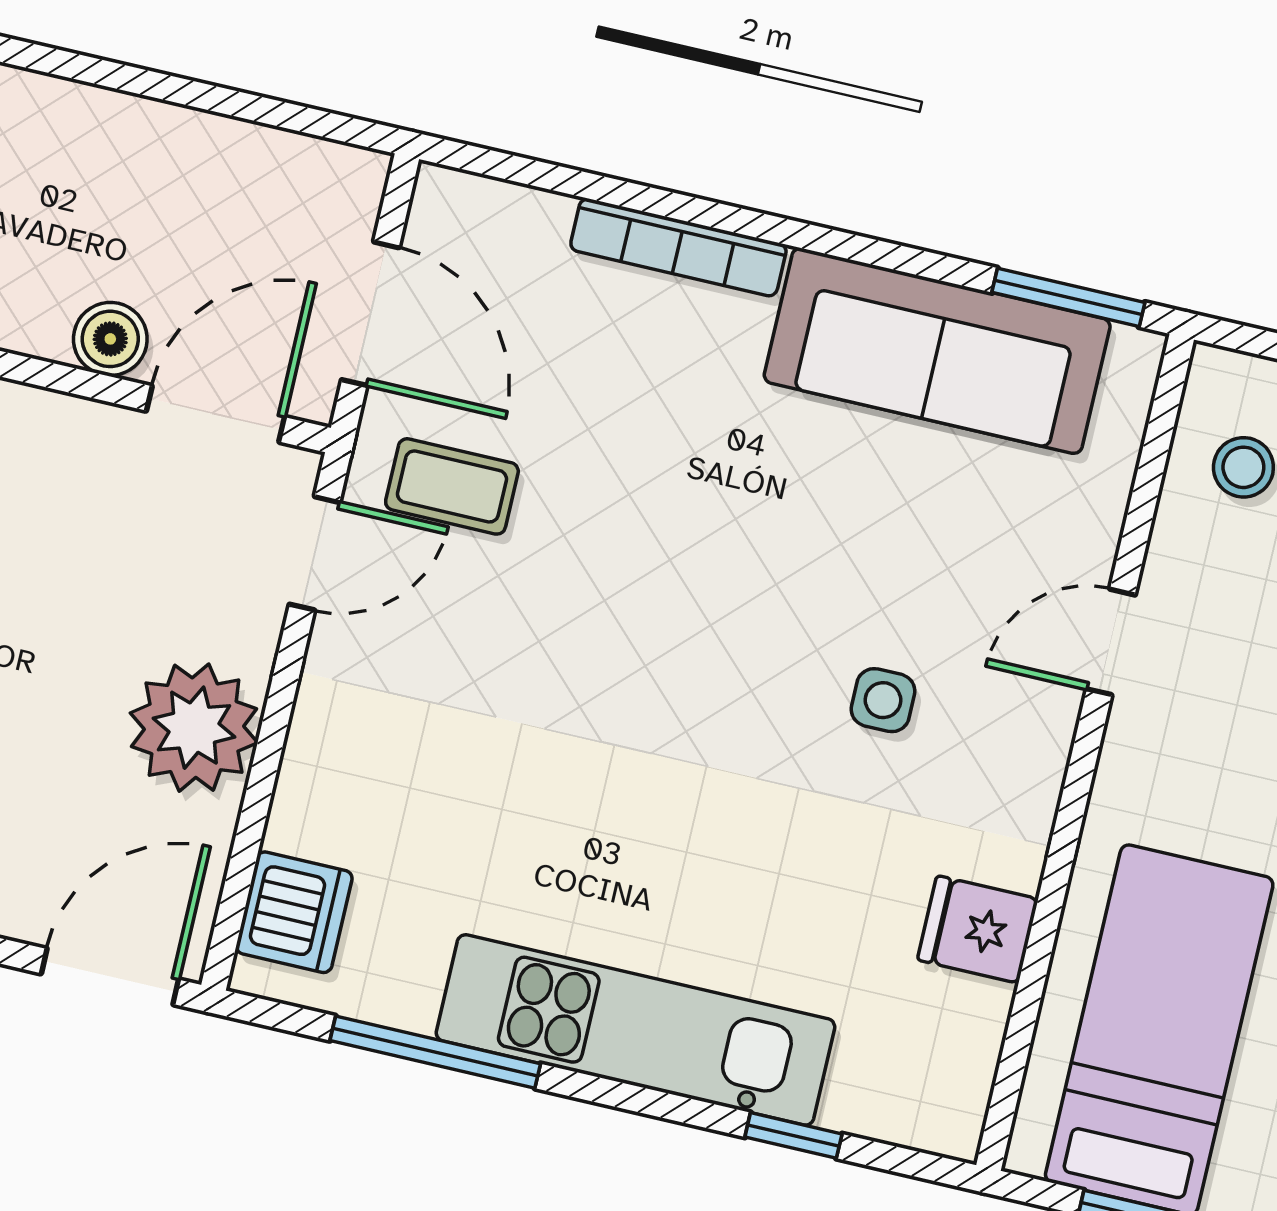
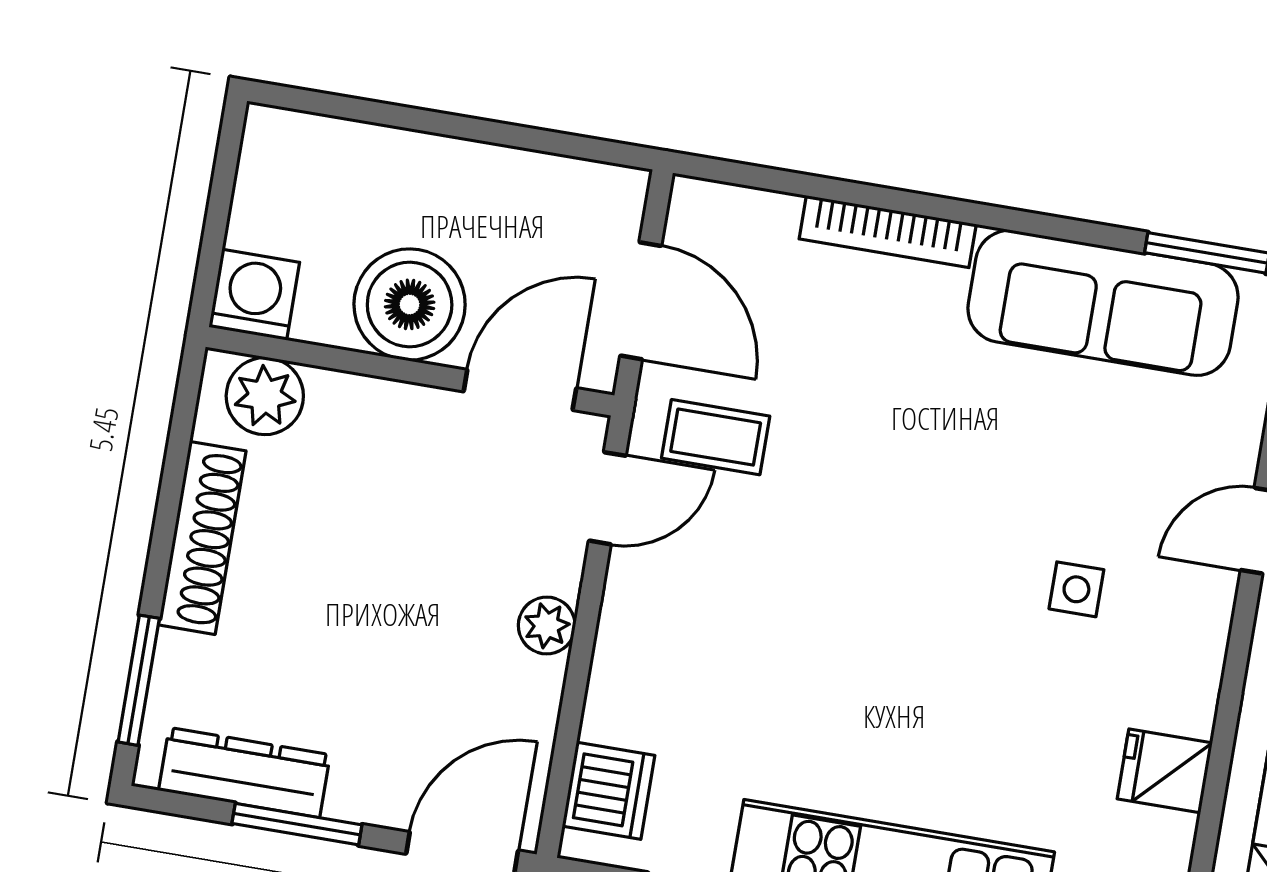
boiler: (110, 339) -> (410, 304), width x1.86, depth x1.86
plant: (194, 728) -> (547, 626), width x0.53, depth x0.53

